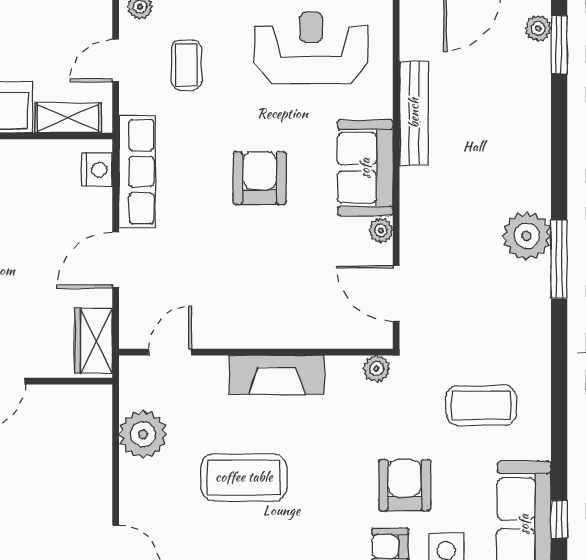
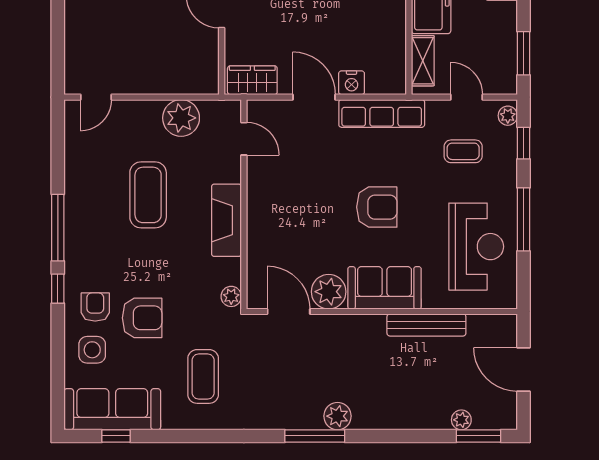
plant: (538, 28) -> (461, 420), moved
nightstand: (97, 170) -> (352, 83), moved
plant: (381, 230) -> (329, 292), width x1.88, depth x1.88
plant: (527, 236) -> (337, 416), width x0.73, depth x0.73
door: (396, 293) -> (289, 311), hinge flipped

